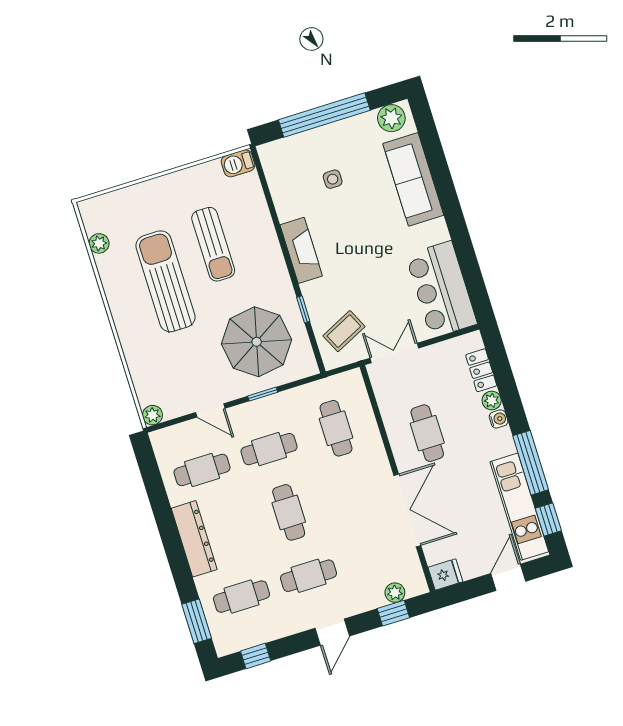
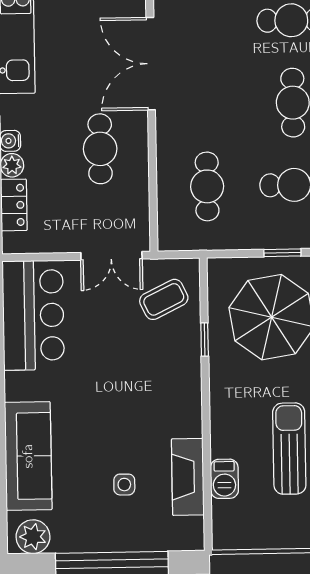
barbecue: (238, 163) -> (224, 479), moved, turned 90
fireplace: (301, 250) -> (188, 477), moved

